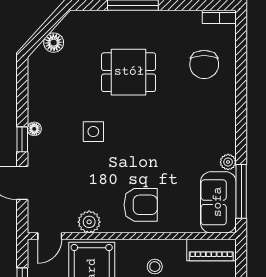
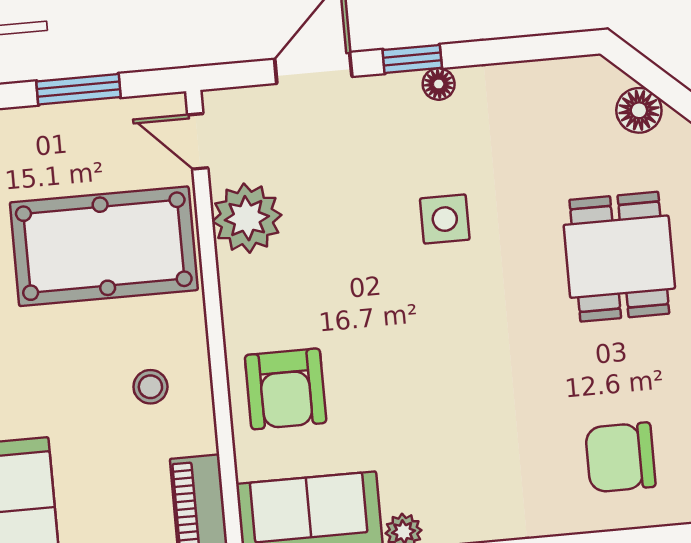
dining table: (129, 72) -> (619, 257), moved
armchair: (141, 205) -> (286, 389), moved
plant: (89, 222) -> (247, 218), width x1.36, depth x1.36

